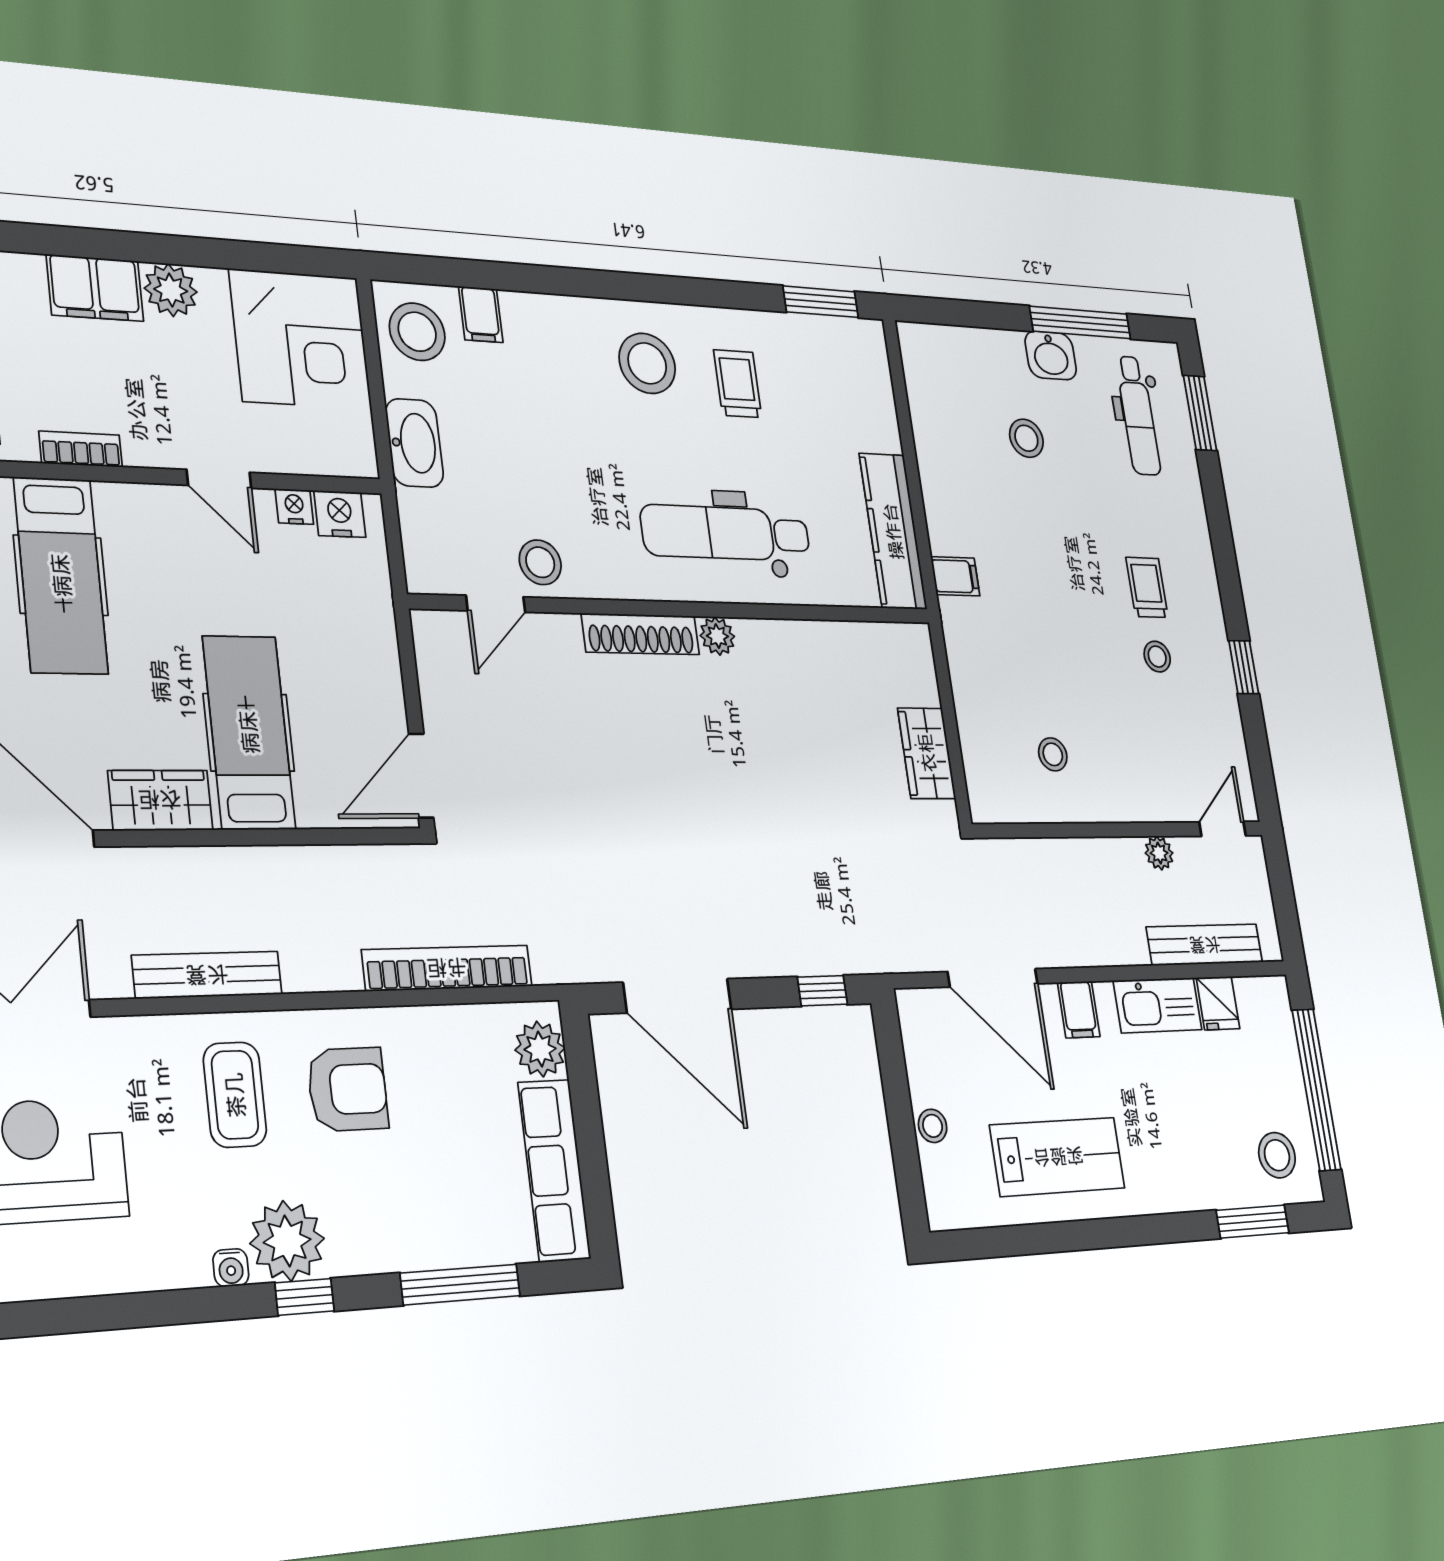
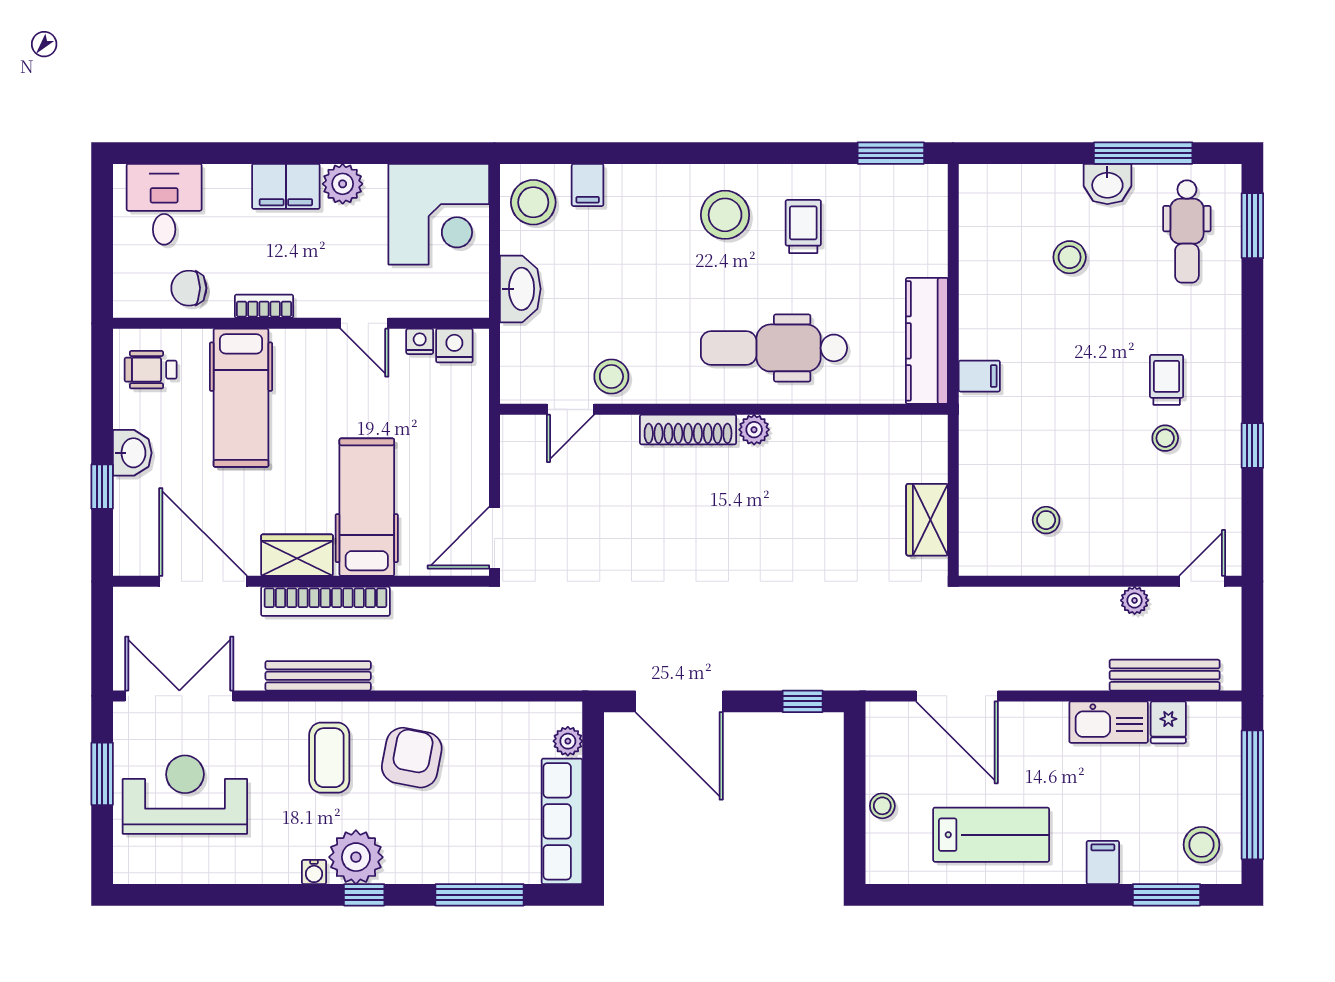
bookcase: (447, 968) -> (325, 601), moved, turned 180
filing cabinet: (1079, 1010) -> (1103, 862), moved, turned 180
plant: (540, 1049) -> (568, 741), width x0.73, depth x0.73
armchair: (348, 1089) -> (412, 758), turned -79

